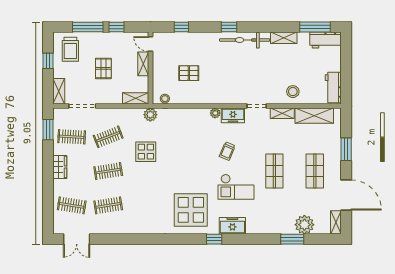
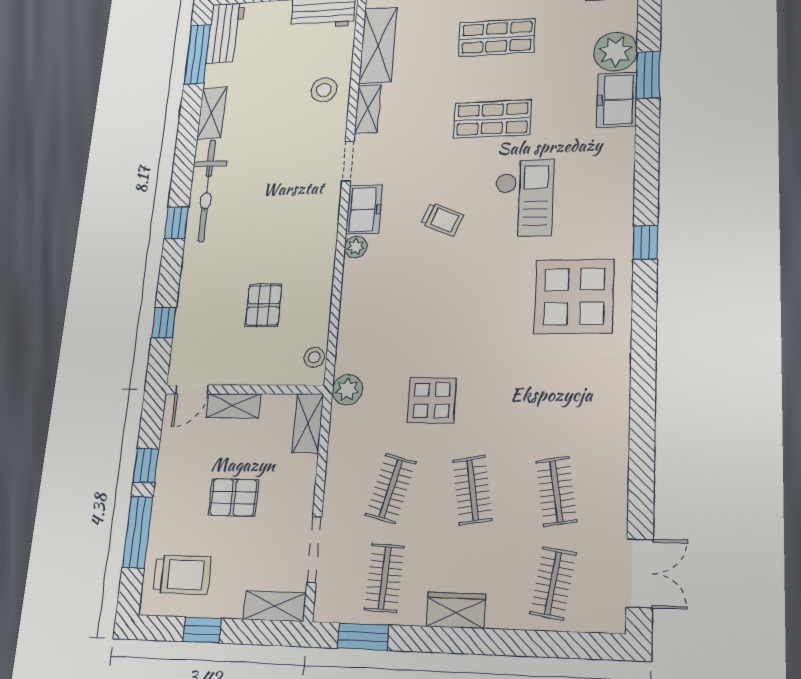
clothes rail: (108, 137) -> (391, 489), turned 36
freezer: (232, 226) -> (617, 100), moved

